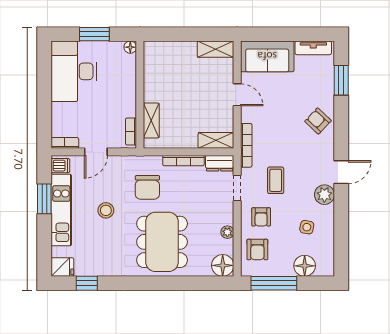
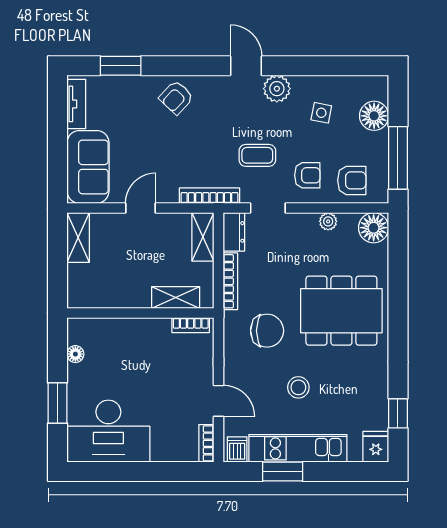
wall: (140, 95) -> (140, 313), moved
shelving: (151, 120) -> (176, 297), moved
bookcase: (131, 132) -> (191, 325), moved

